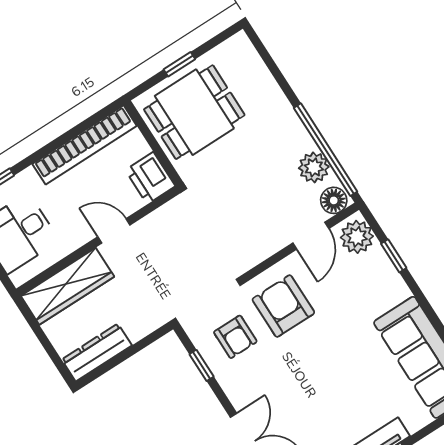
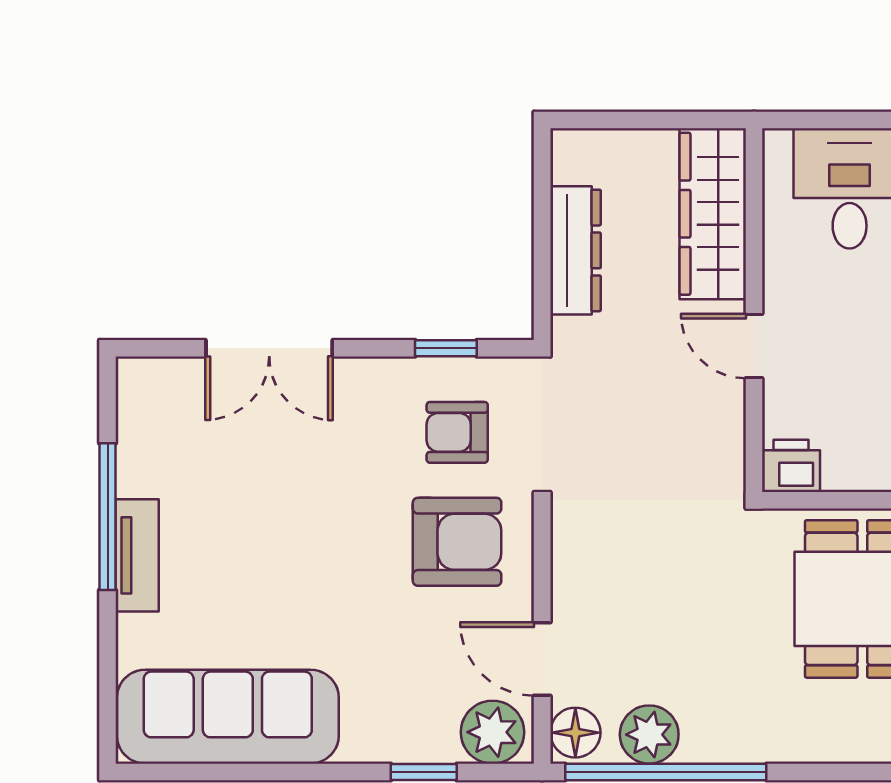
printer: (150, 178) -> (791, 466), width x0.73, depth x0.81
door: (114, 231) -> (754, 346), swing flipped
dresser: (97, 352) -> (575, 250), moved

